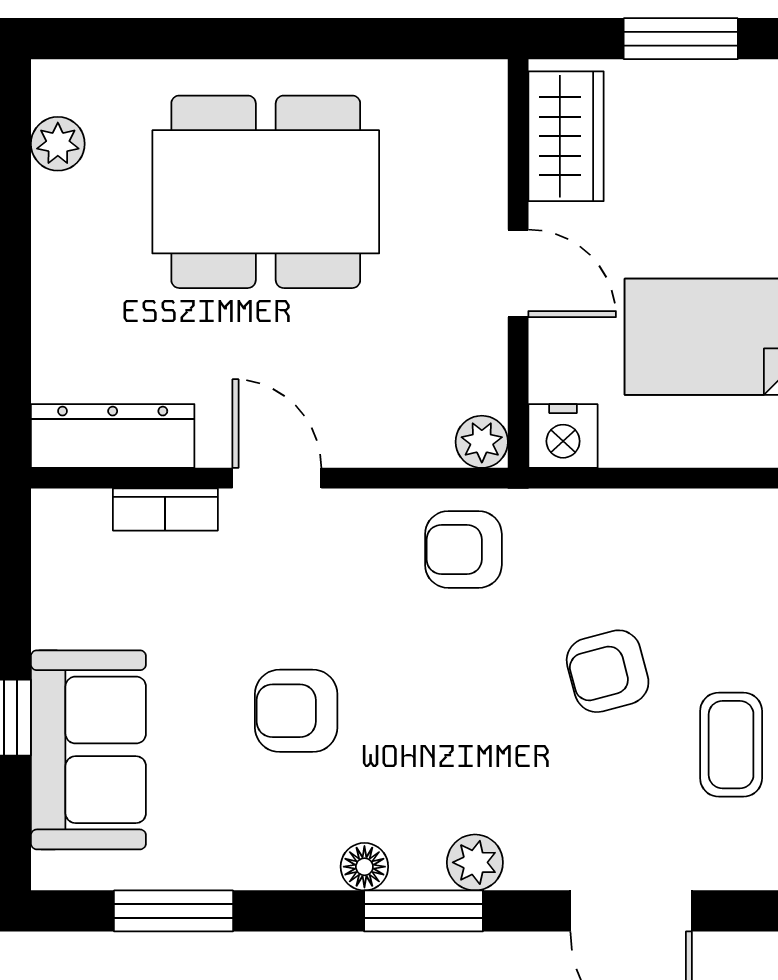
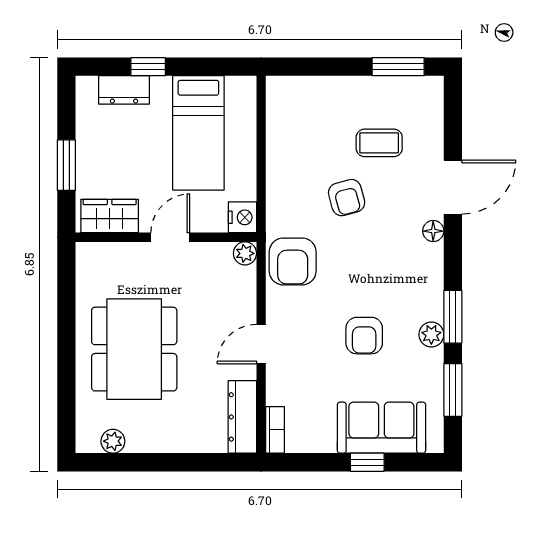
bookcase: (165, 509) -> (275, 430), moved
armchair: (463, 549) -> (293, 261), width x1.38, depth x1.38
plant: (475, 862) -> (431, 335), moved
floor lamp: (364, 867) -> (433, 231), moved
window: (424, 911) -> (453, 317), moved

